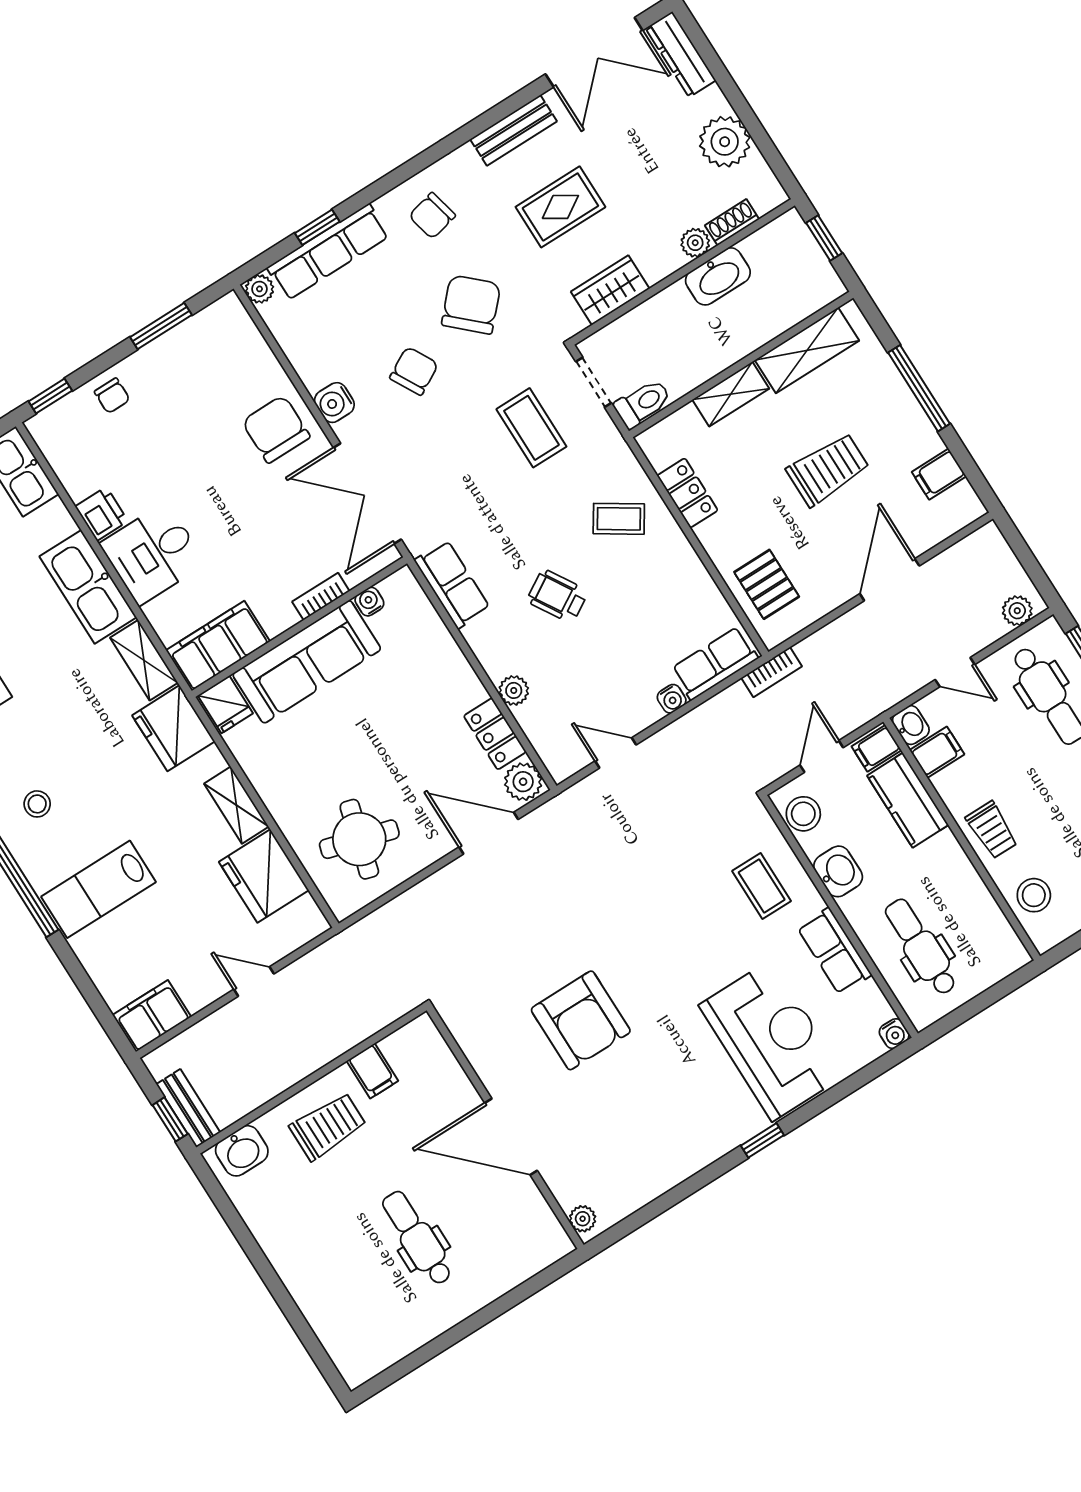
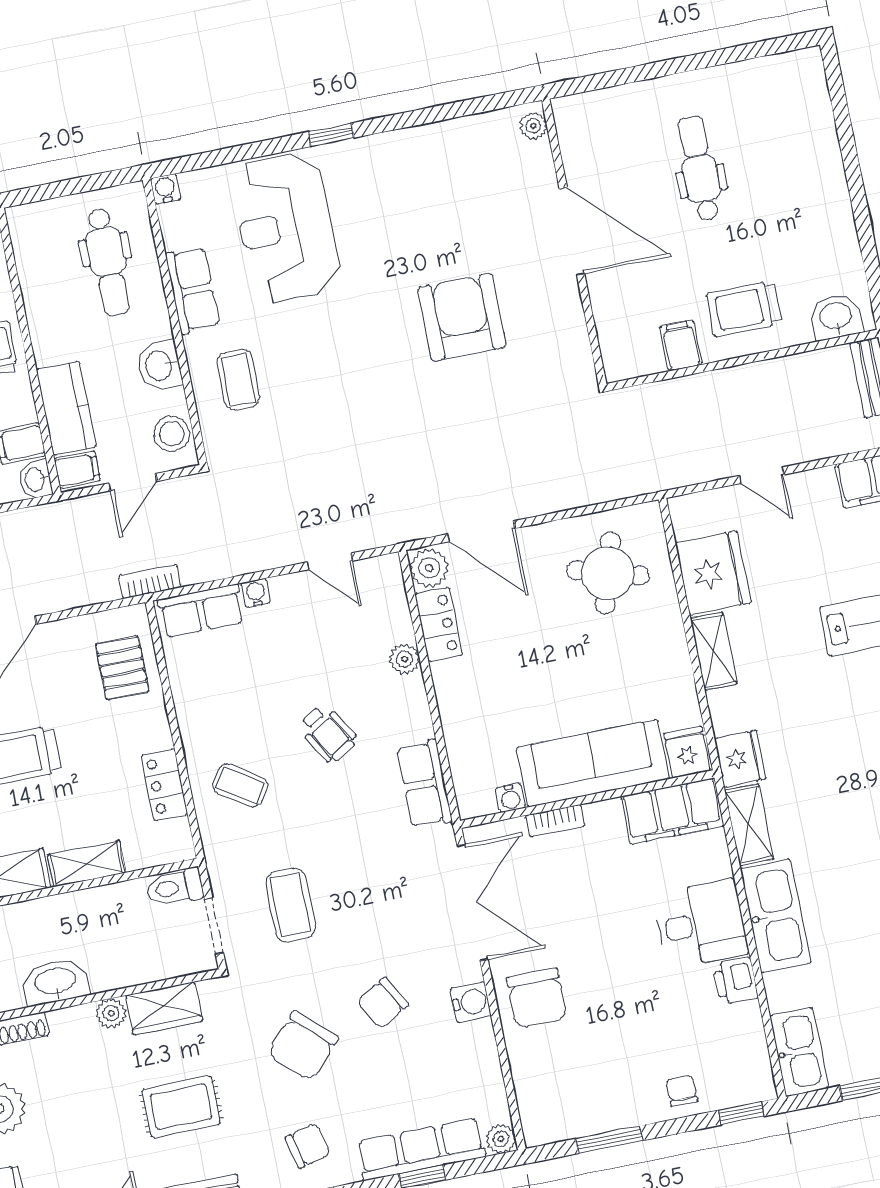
plant: (695, 243) -> (111, 1013), moved
fridge: (173, 728) -> (740, 759), width x0.73, depth x0.75
dental chair: (417, 1238) -> (699, 168), turned 180

